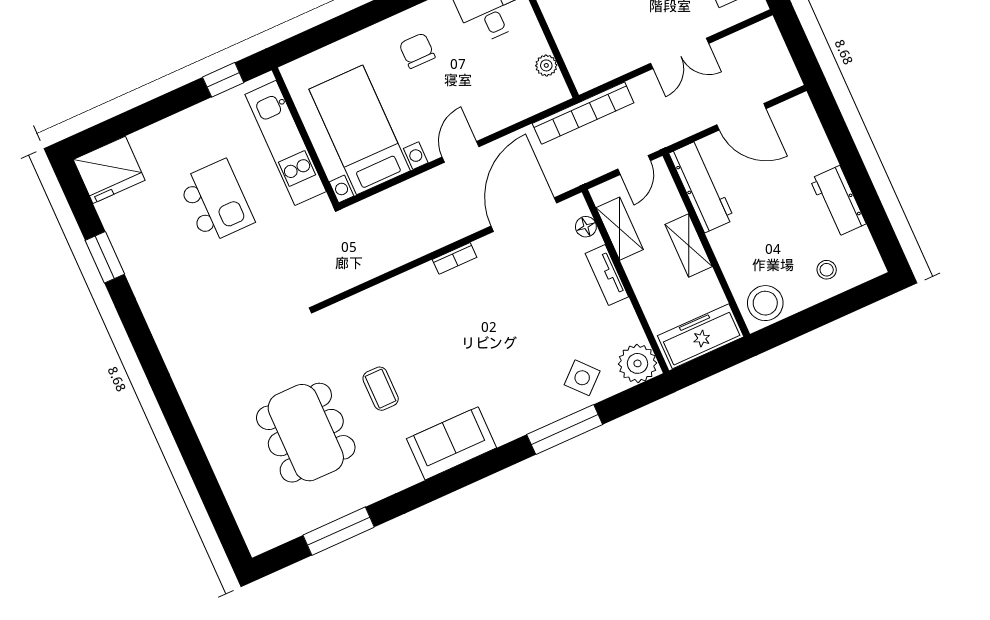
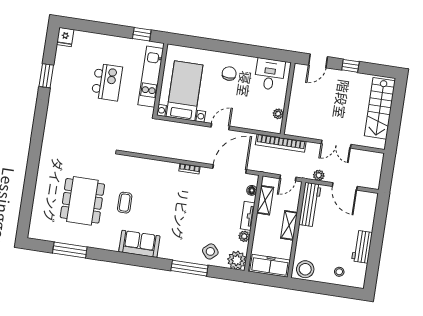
plant: (684, 126) -> (319, 175), added
fridge: (109, 170) -> (65, 37), width x0.53, depth x0.75
plant: (624, 314) -> (244, 236), added

